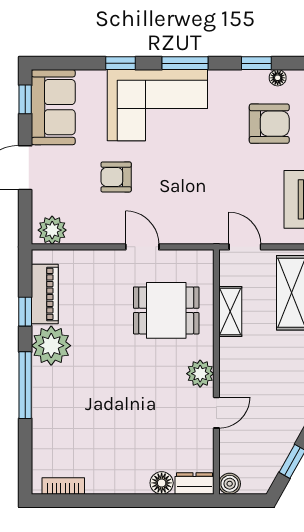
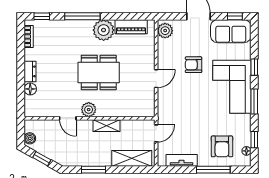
armchair: (116, 177) -> (193, 65), turned -90
dining table: (166, 310) -> (99, 73), moved, width x1.38
shelving: (230, 311) -> (106, 126), moved
window: (25, 312) -> (42, 16), moved
dresser: (194, 483) -> (30, 71), moved
boiler: (230, 484) -> (30, 138), moved

